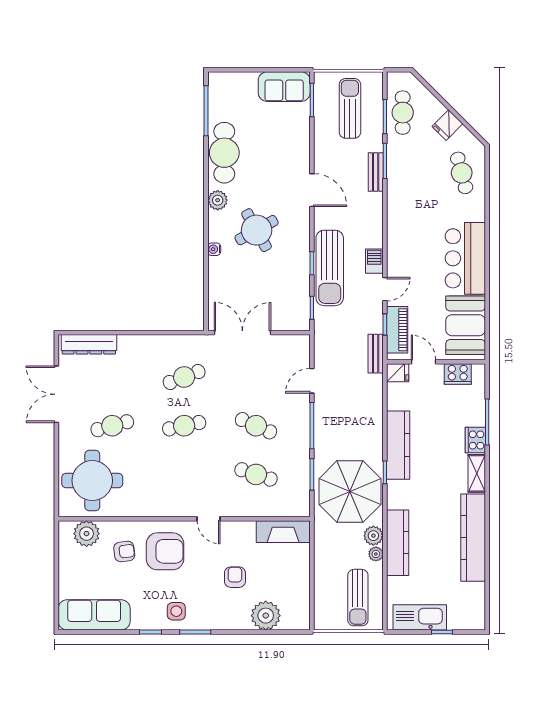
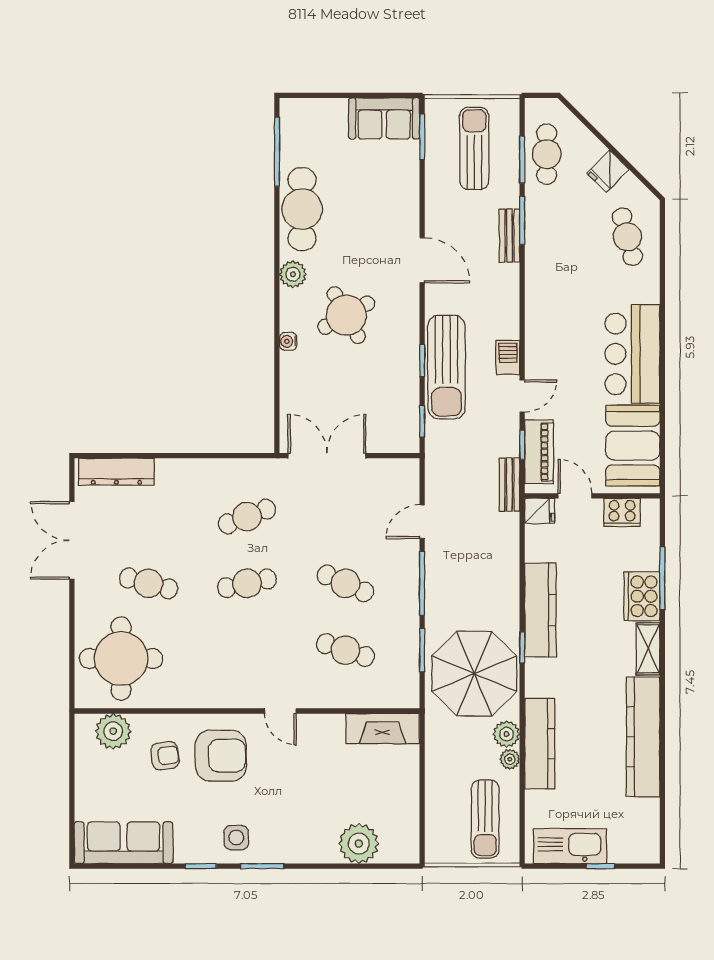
cafe table: (112, 426) -> (148, 583), turned 30
cooker: (475, 440) -> (642, 596), width x1.37, depth x1.31
armchair: (235, 577) -> (317, 791), removed

